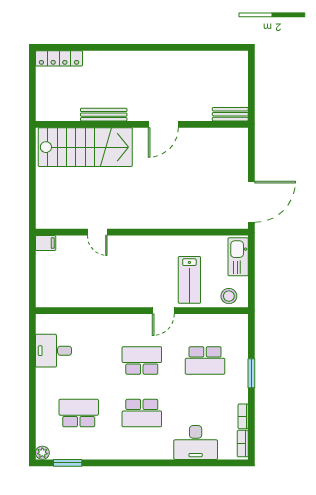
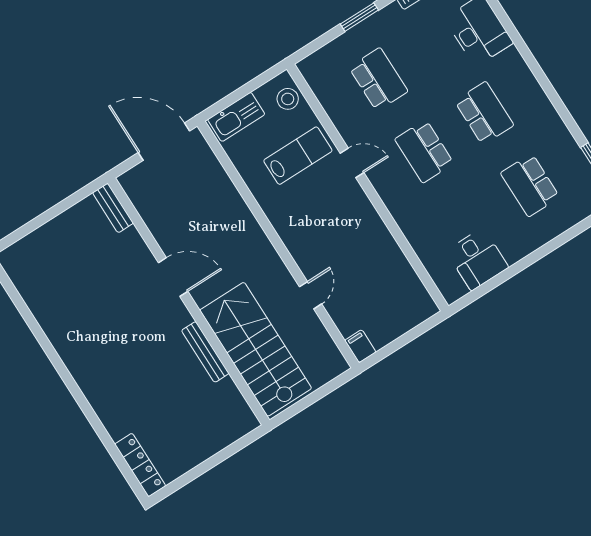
bench: (230, 114) -> (113, 208), moved
bench: (104, 115) -> (205, 352), moved
wall: (142, 124) -> (189, 301), moved
door: (163, 124) -> (173, 277), moved
stairs: (85, 147) -> (256, 349), moved

